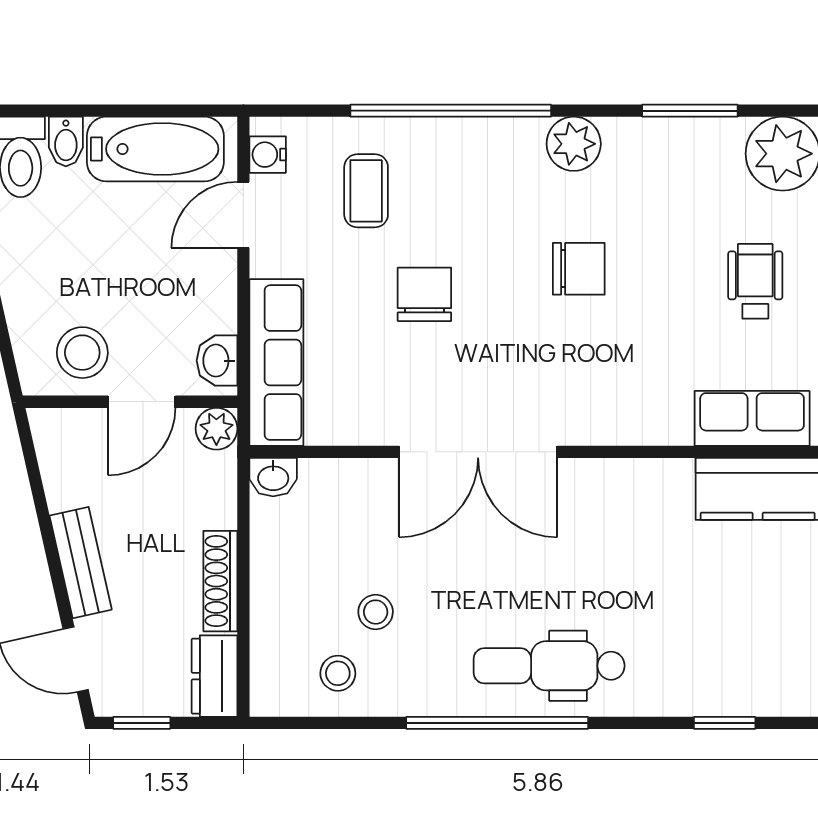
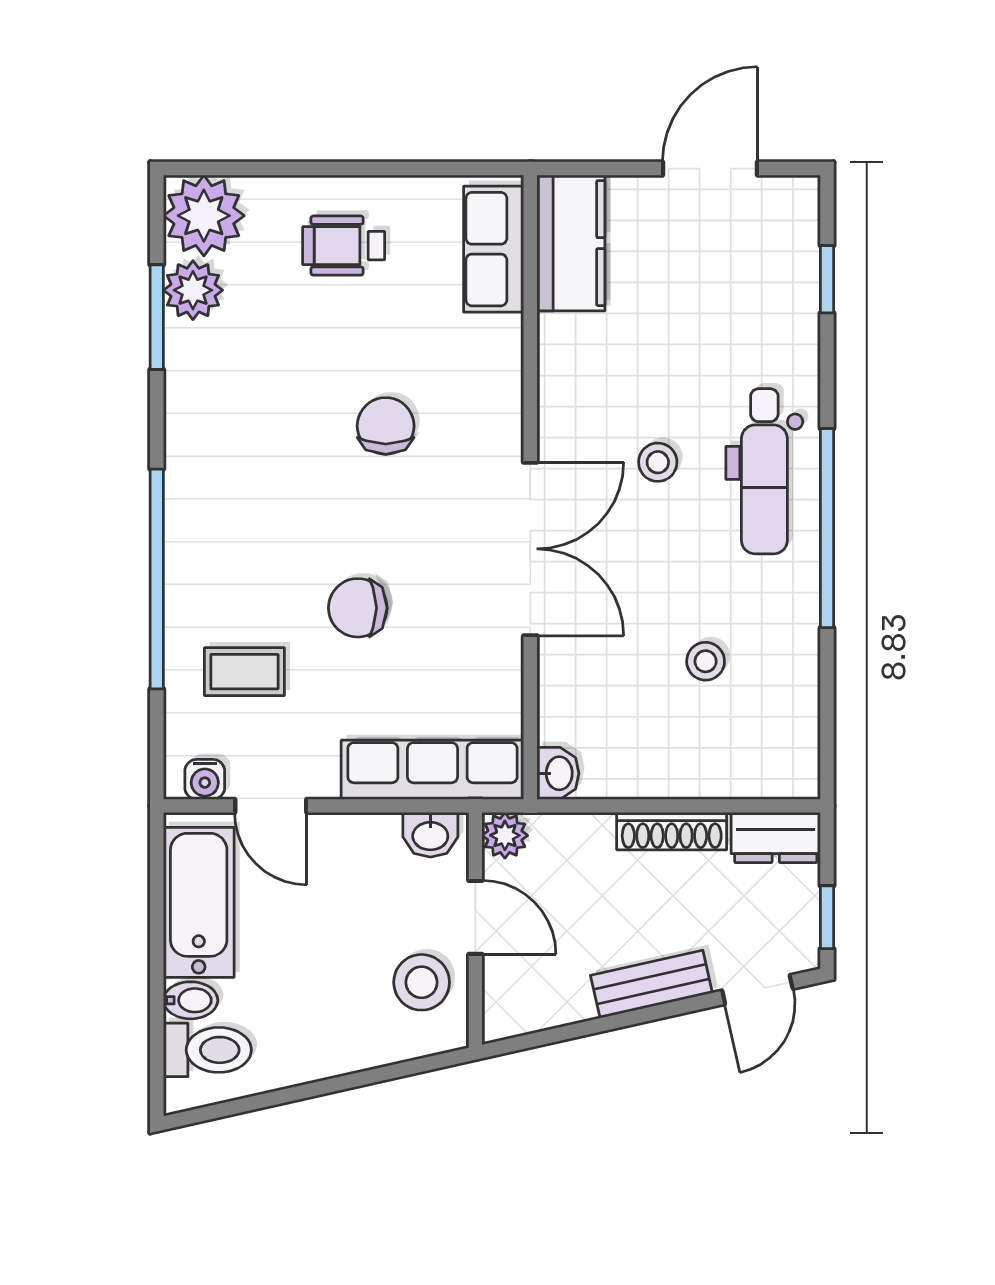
plant: (574, 144) -> (193, 290), moved
chair: (579, 269) -> (386, 426), moved
stool: (338, 673) -> (658, 462), moved

